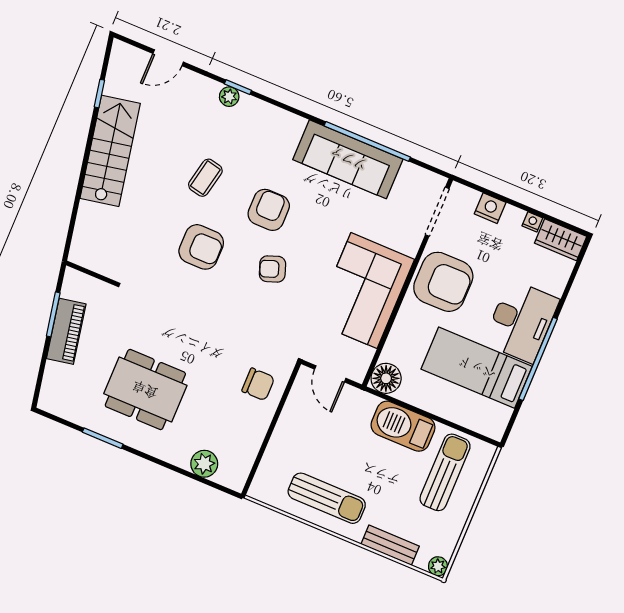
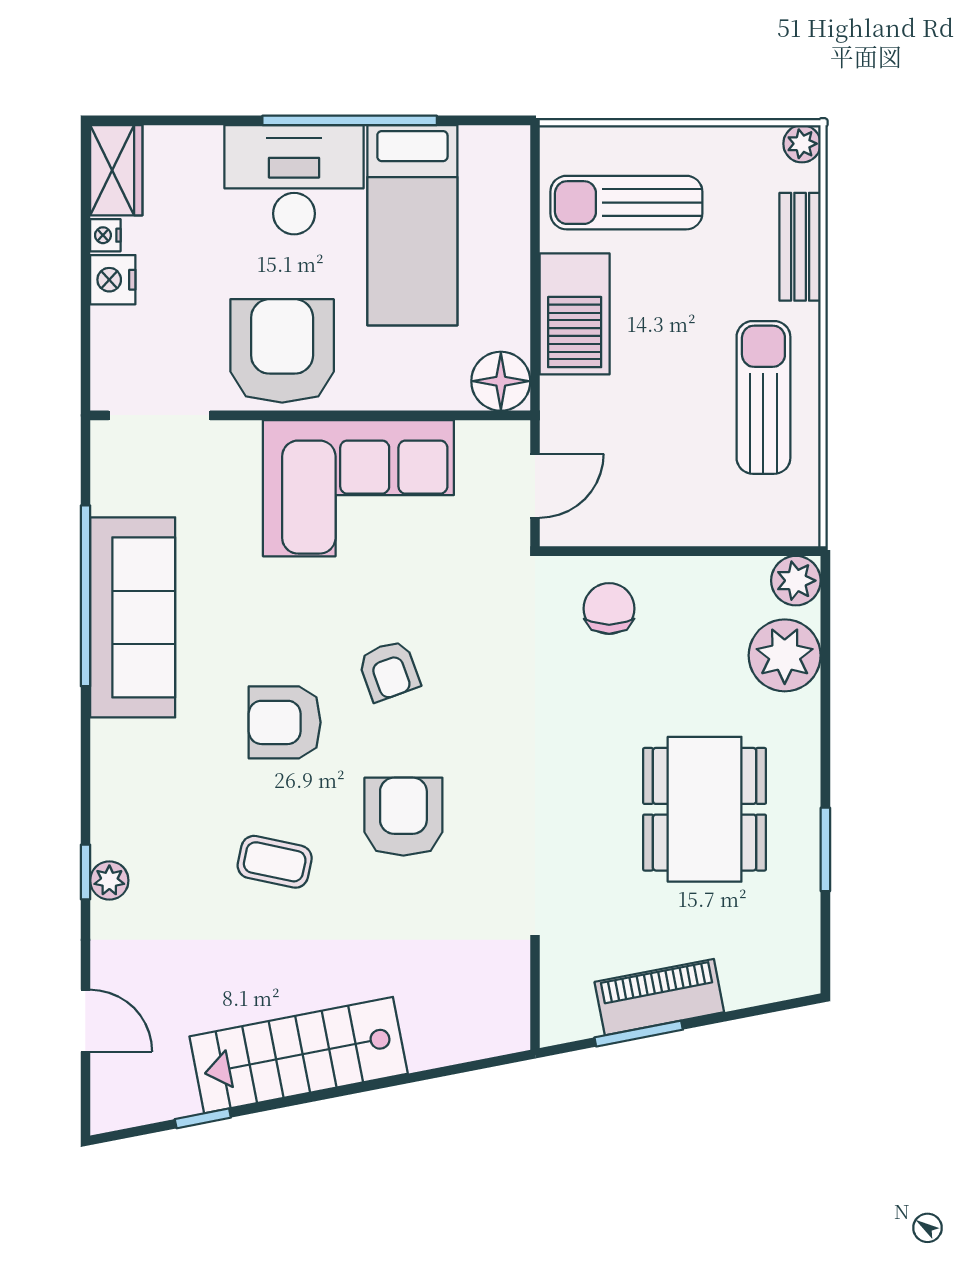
nightstand: (490, 208) -> (113, 280), moved
plant: (204, 464) -> (785, 655), width x1.36, depth x1.36
plant: (234, 477) -> (796, 581), added

